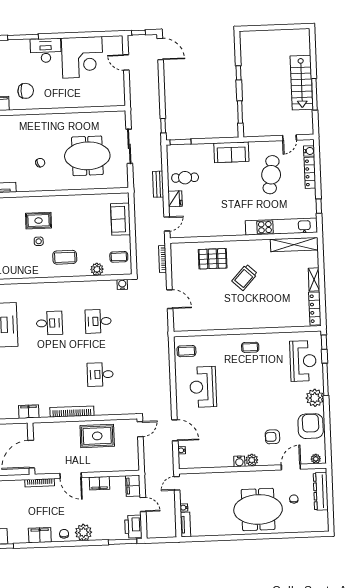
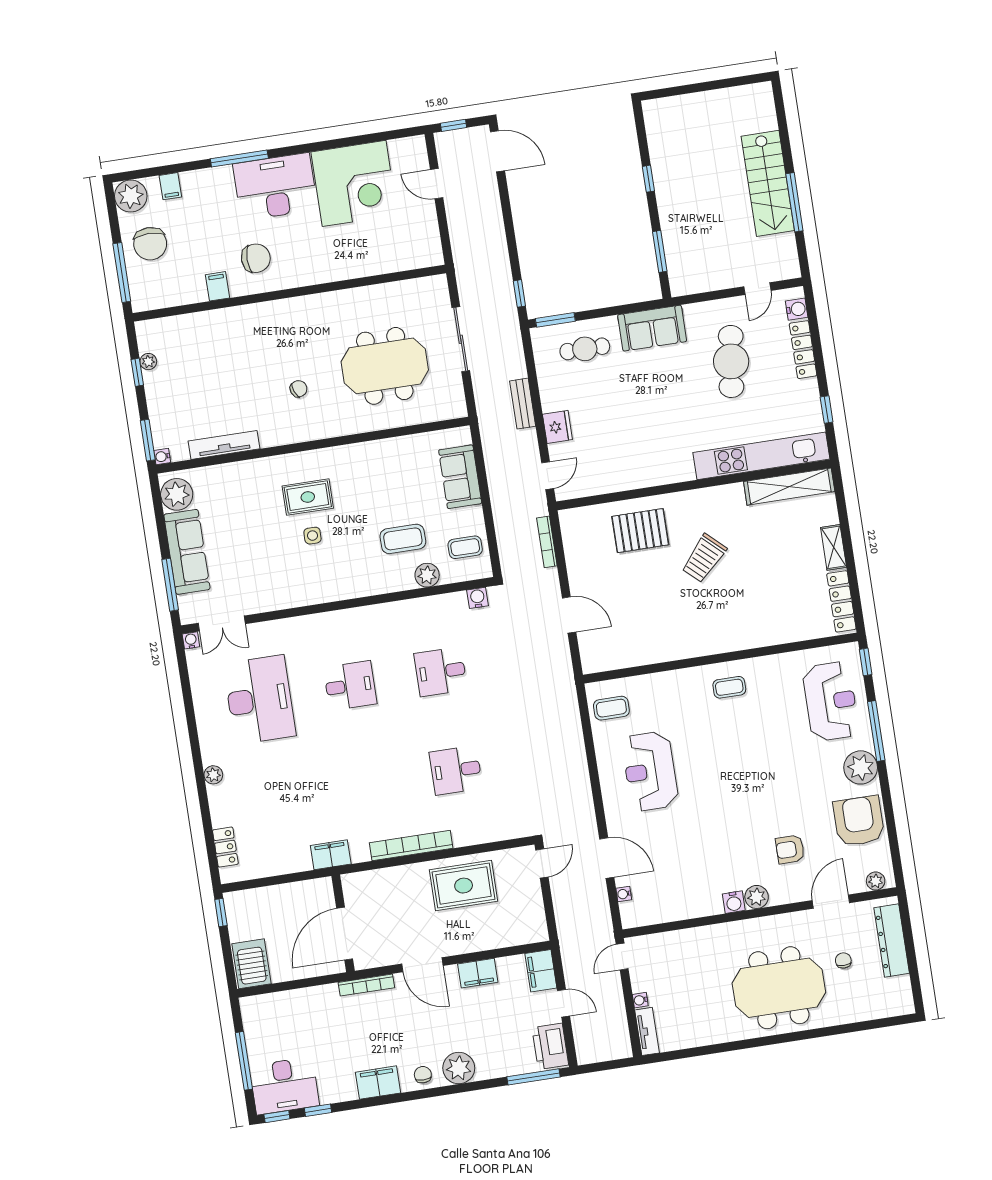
desk: (46, 50) -> (275, 187), width x1.36, depth x1.30
cafe table: (185, 178) -> (585, 349), moved
coffee table: (65, 257) -> (403, 539), moved

